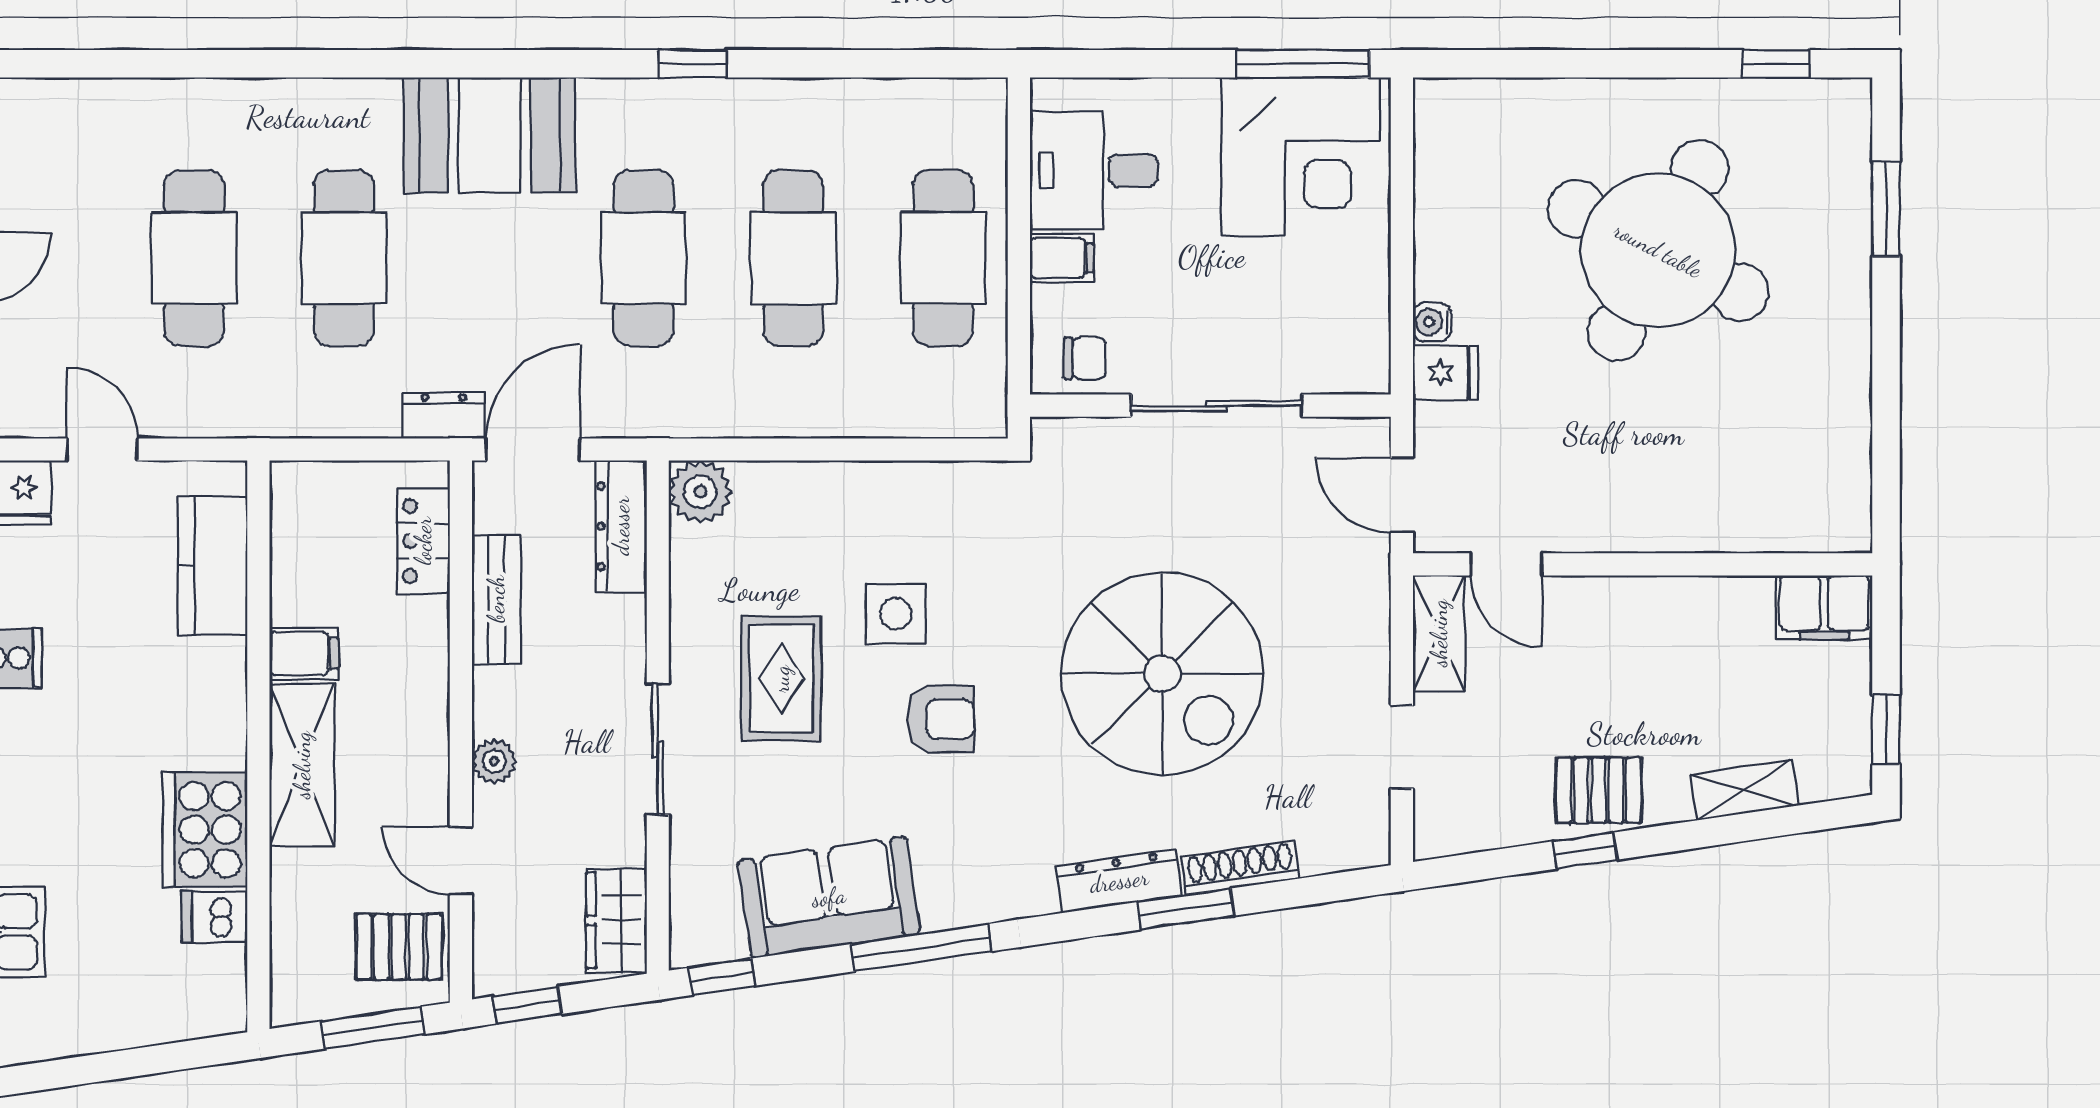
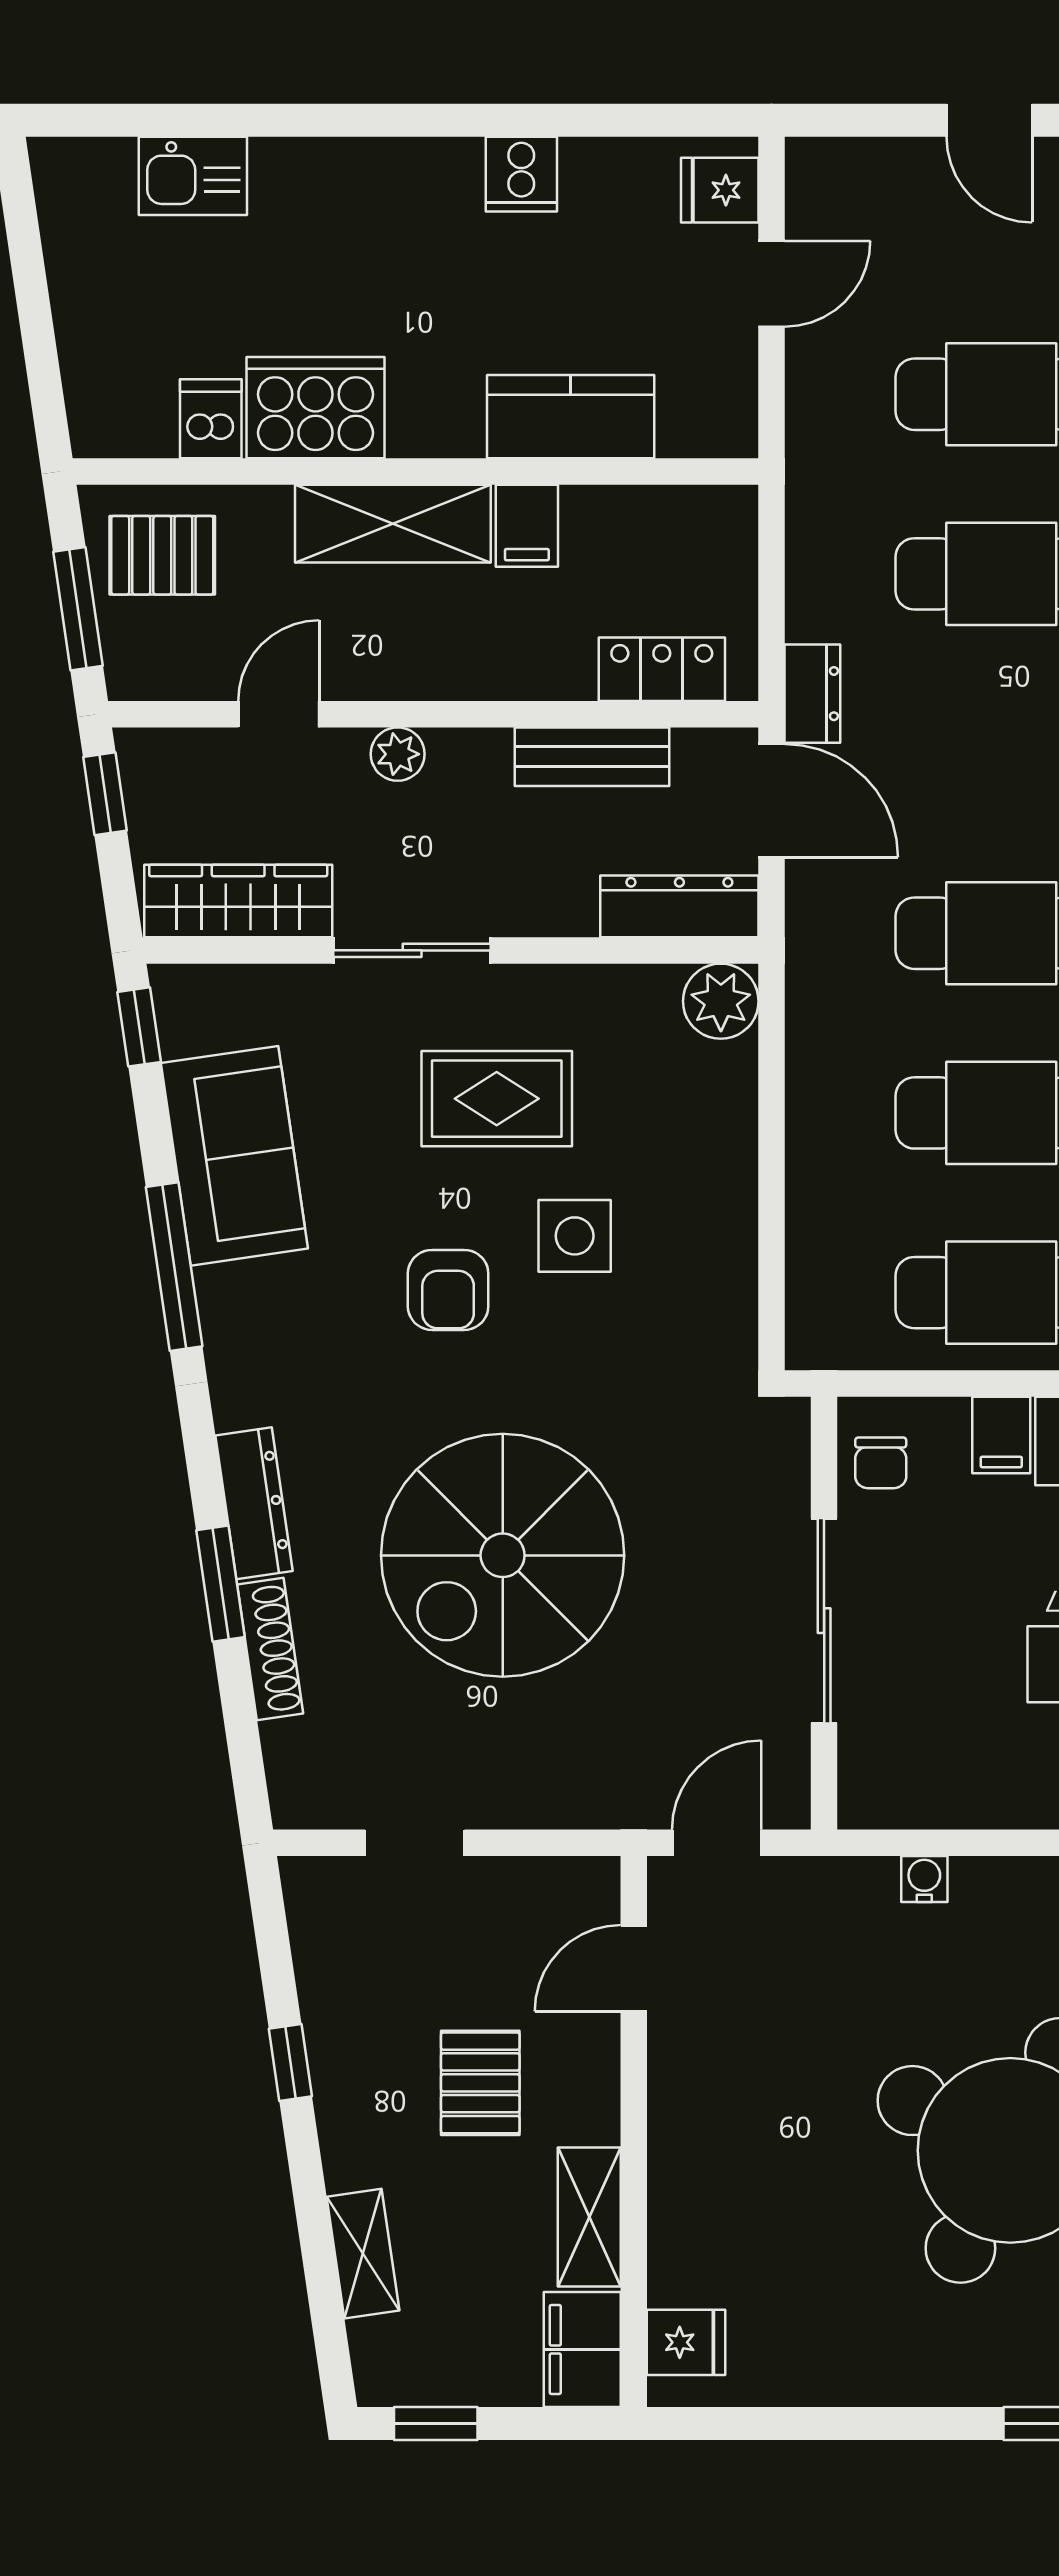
fridge: (1445, 373) -> (686, 2342), moved, turned -90
kitchen counter: (213, 566) -> (571, 417), moved
shelving: (1439, 633) -> (589, 2217), moved, turned 90
pallet: (1599, 790) -> (480, 2083), moved
wardrobe: (617, 920) -> (238, 901), width x1.50
pallet: (399, 947) -> (162, 555), moved, turned 90

